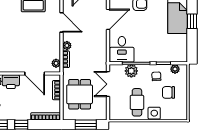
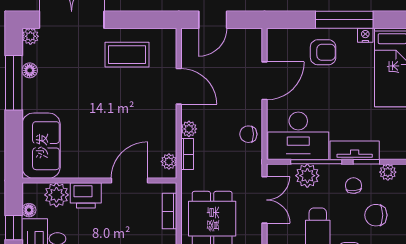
chair: (99, 48) -> (248, 134), added
desk: (122, 49) -> (298, 136), width x1.37
tv unit: (157, 57) -> (355, 150), added
door: (35, 74) -> (129, 181), swing flipped
double door: (108, 84) -> (264, 200), swing flipped

